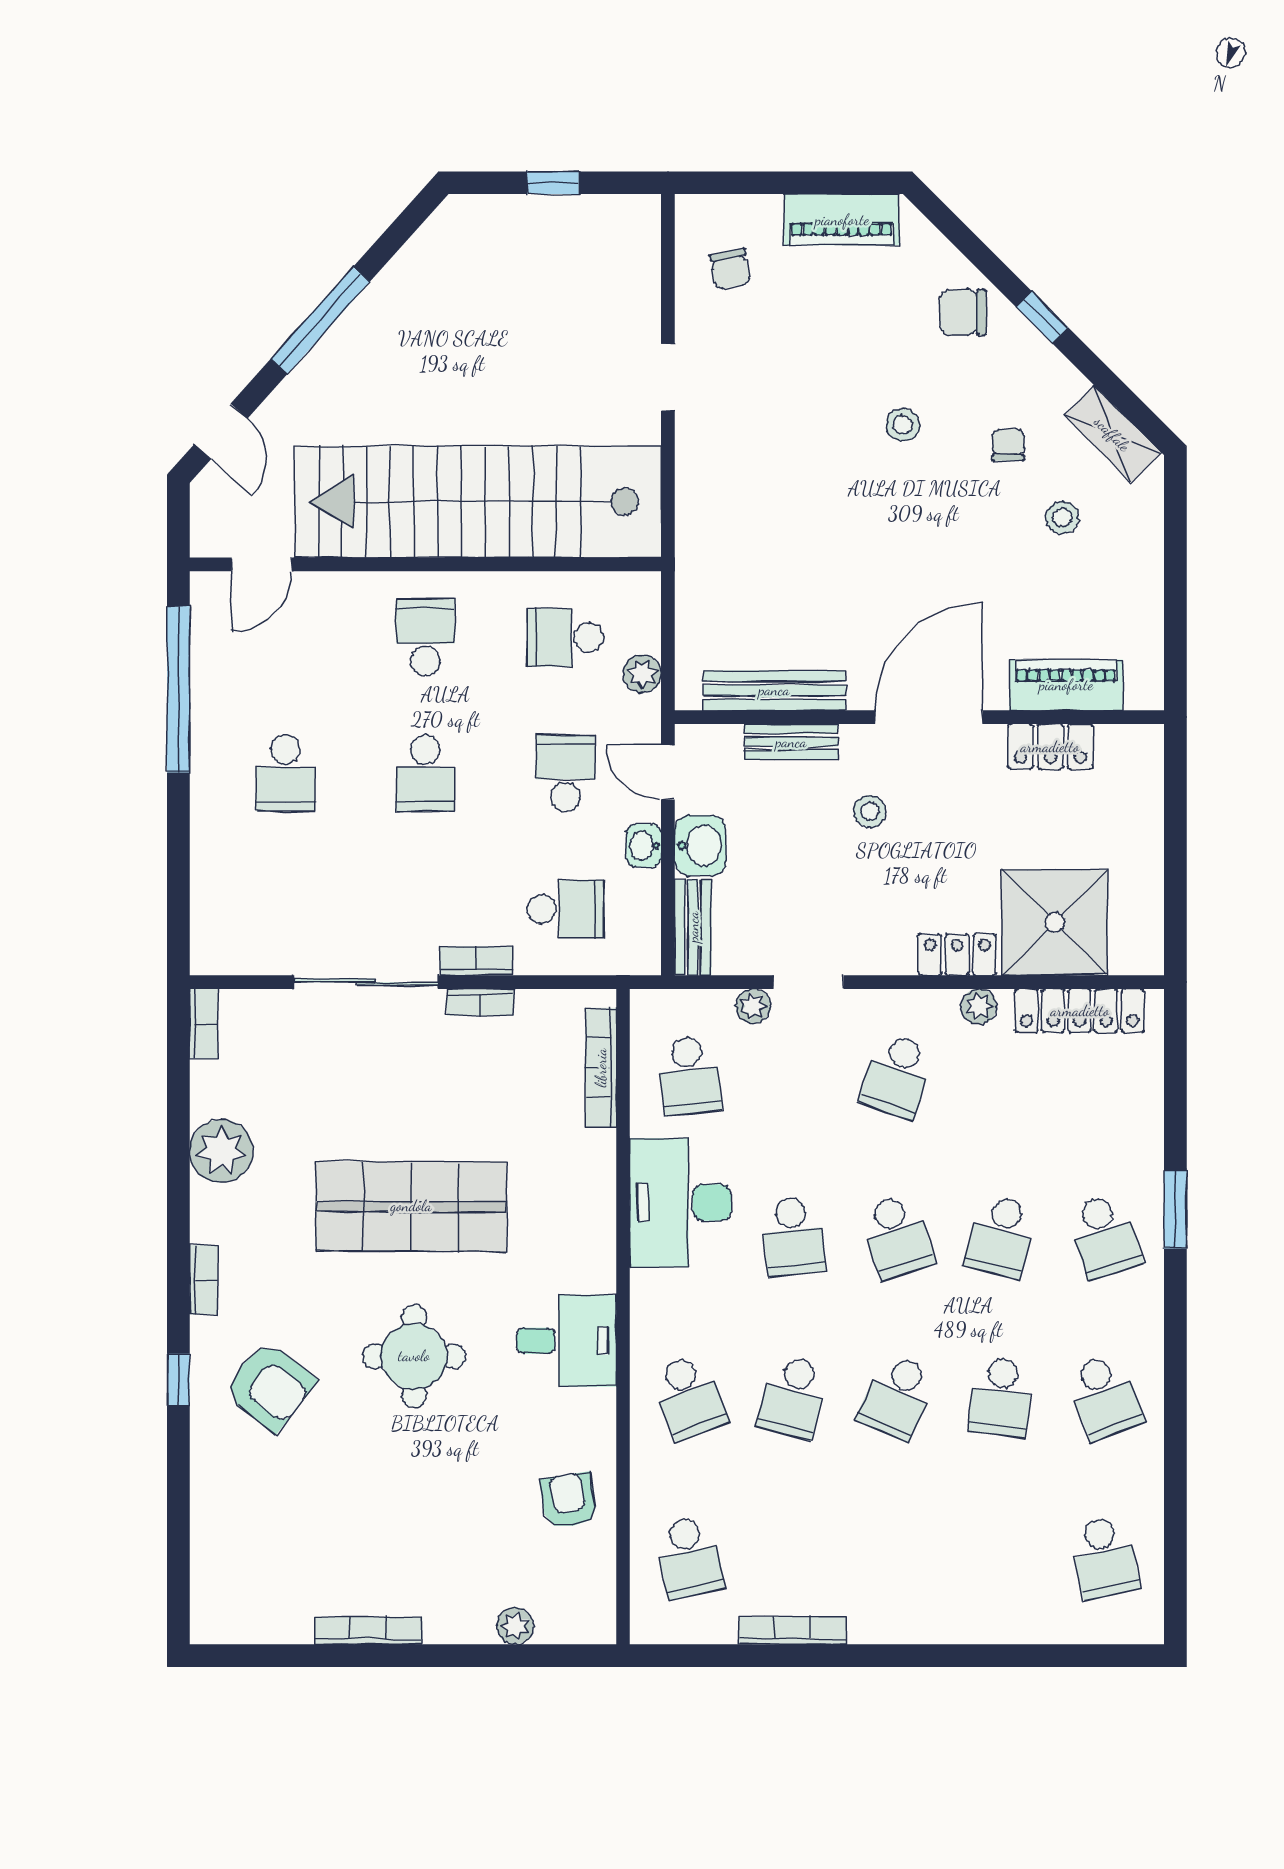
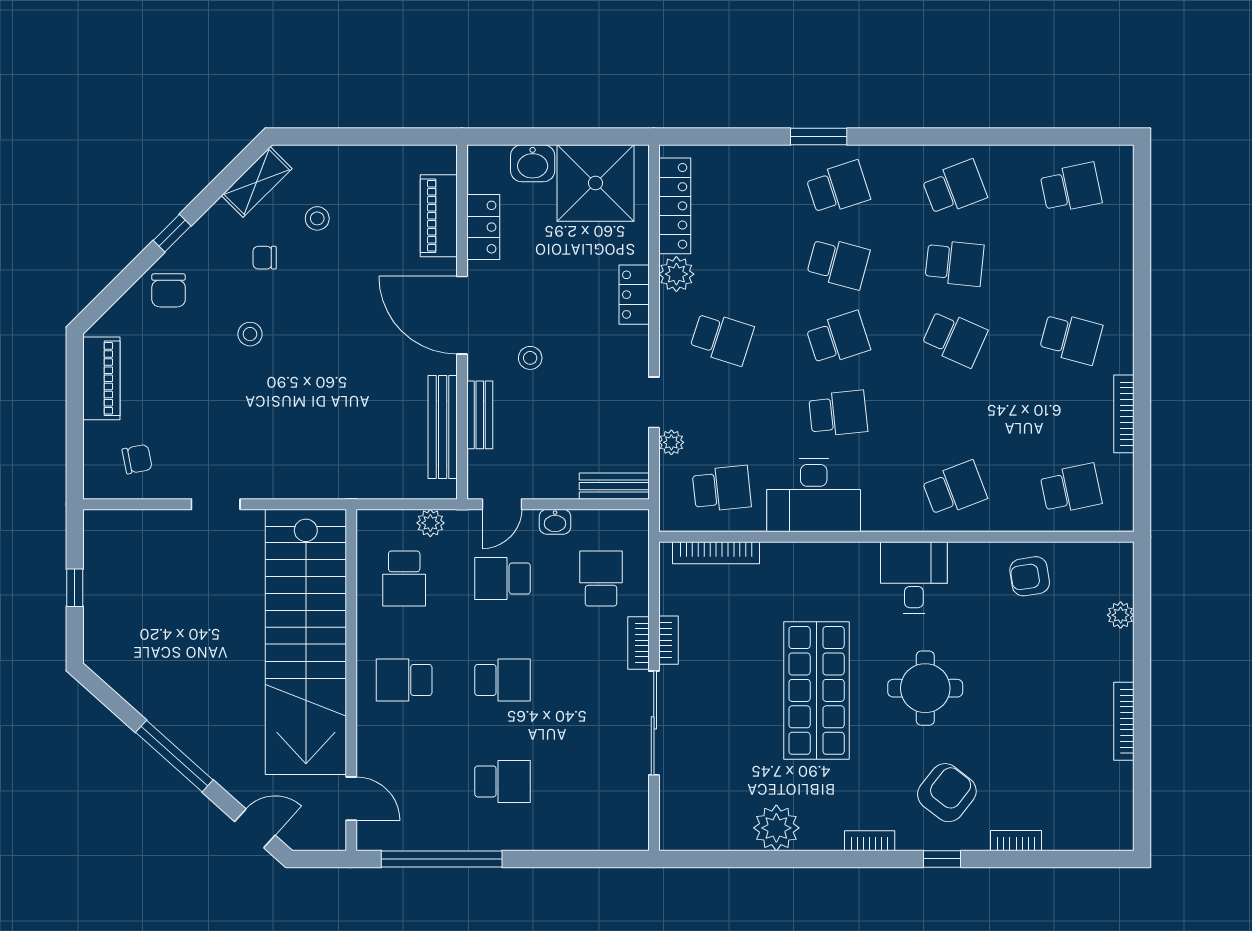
washbasin: (700, 845) -> (533, 163), moved, turned 180
shower: (1055, 922) -> (596, 183), moved
plant: (979, 1006) -> (676, 274), width x1.38, depth x1.38
bookcase: (204, 1024) -> (1016, 841), moved
school desk: (793, 1397) -> (1071, 338), moved

